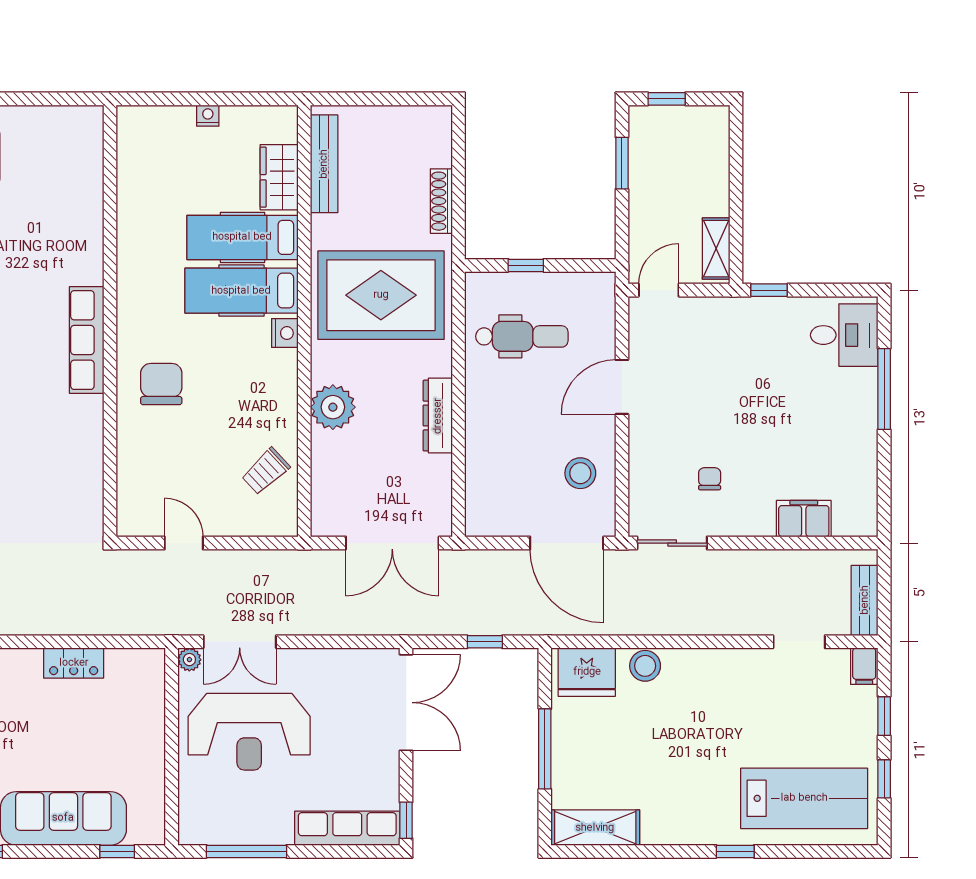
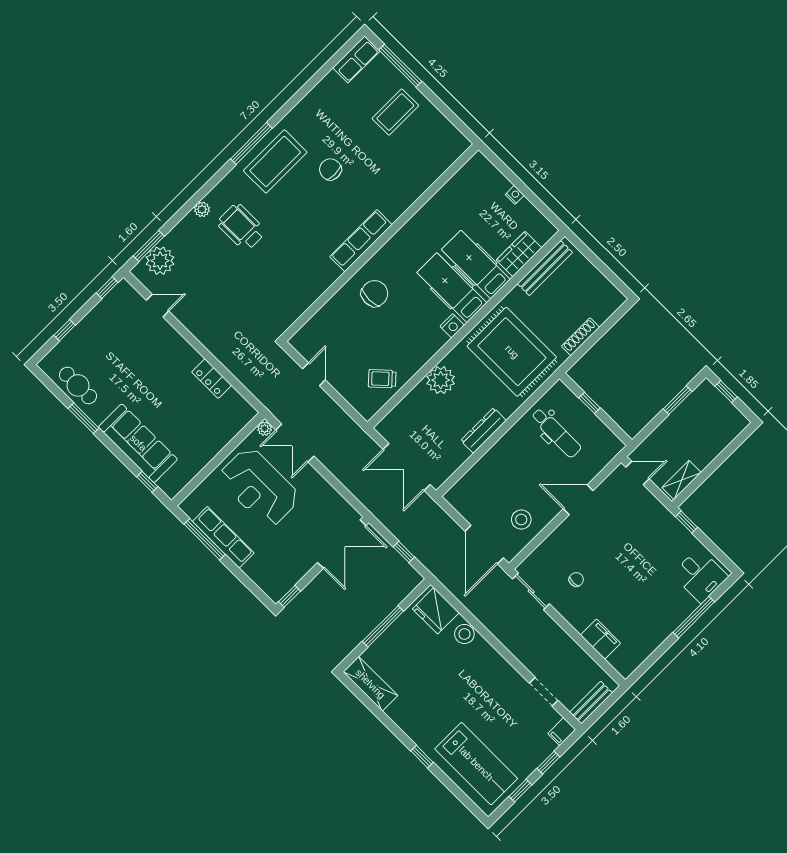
row of seats: (347, 828) -> (223, 537), moved

